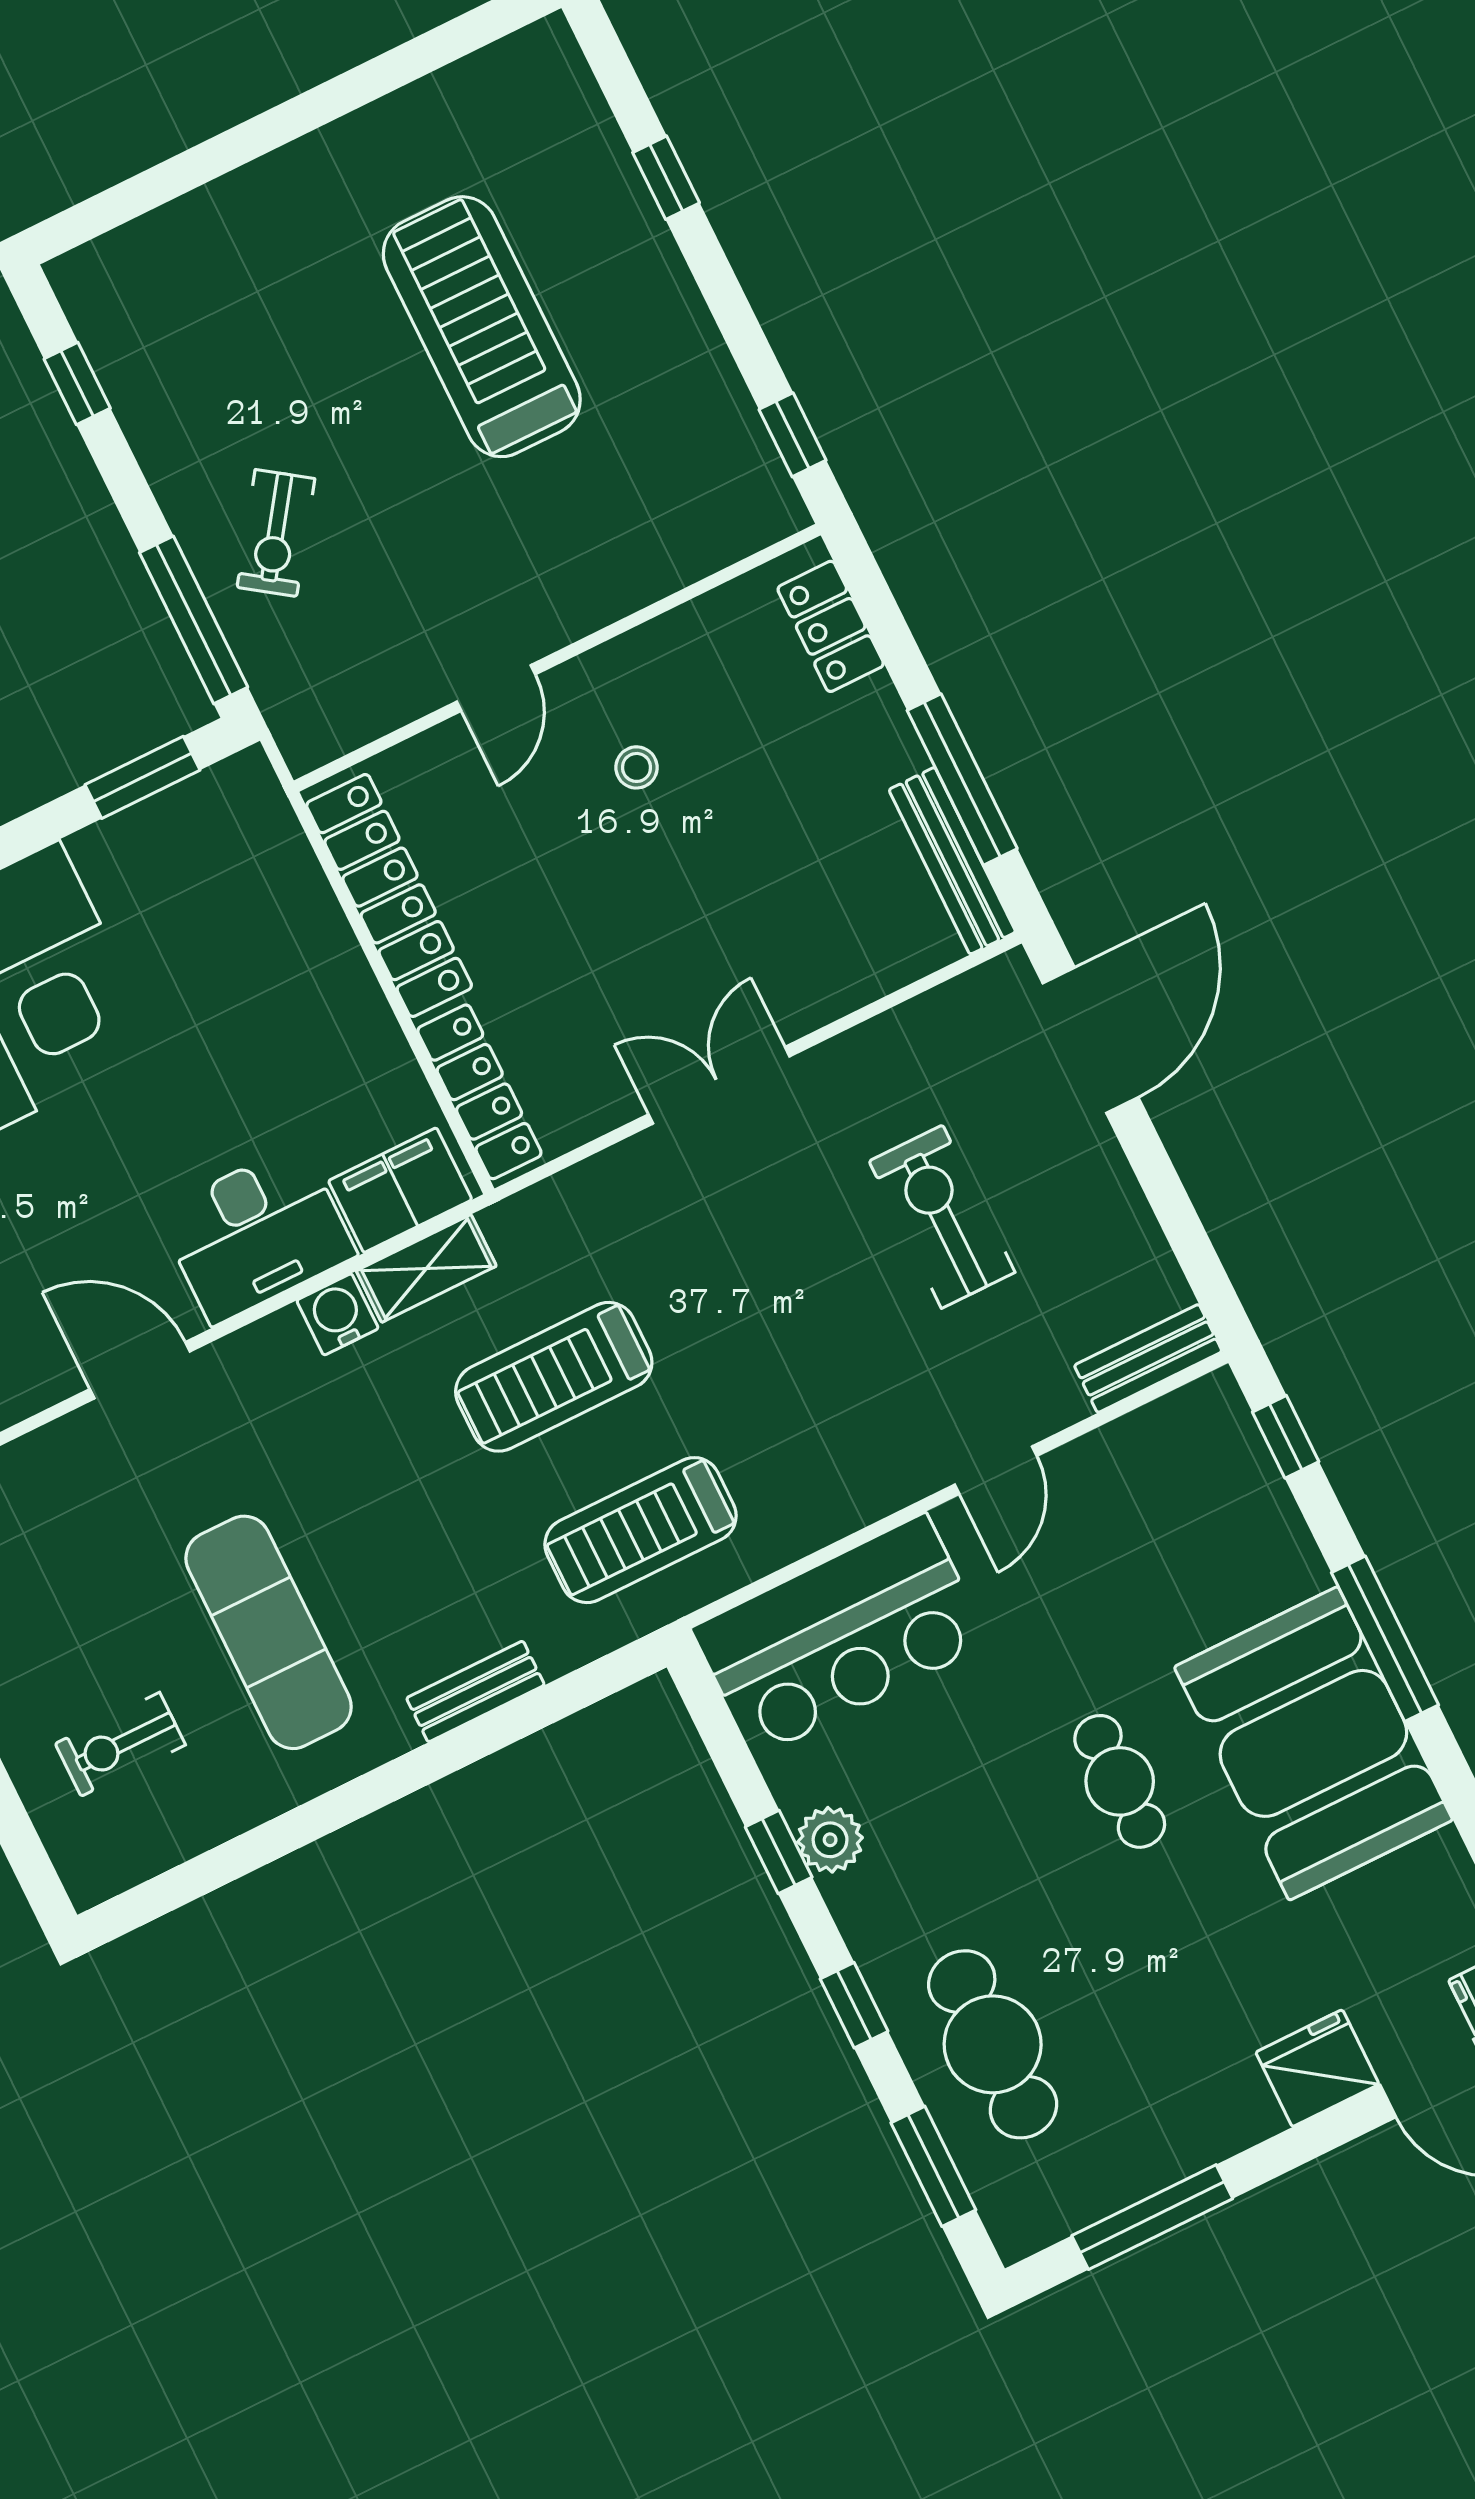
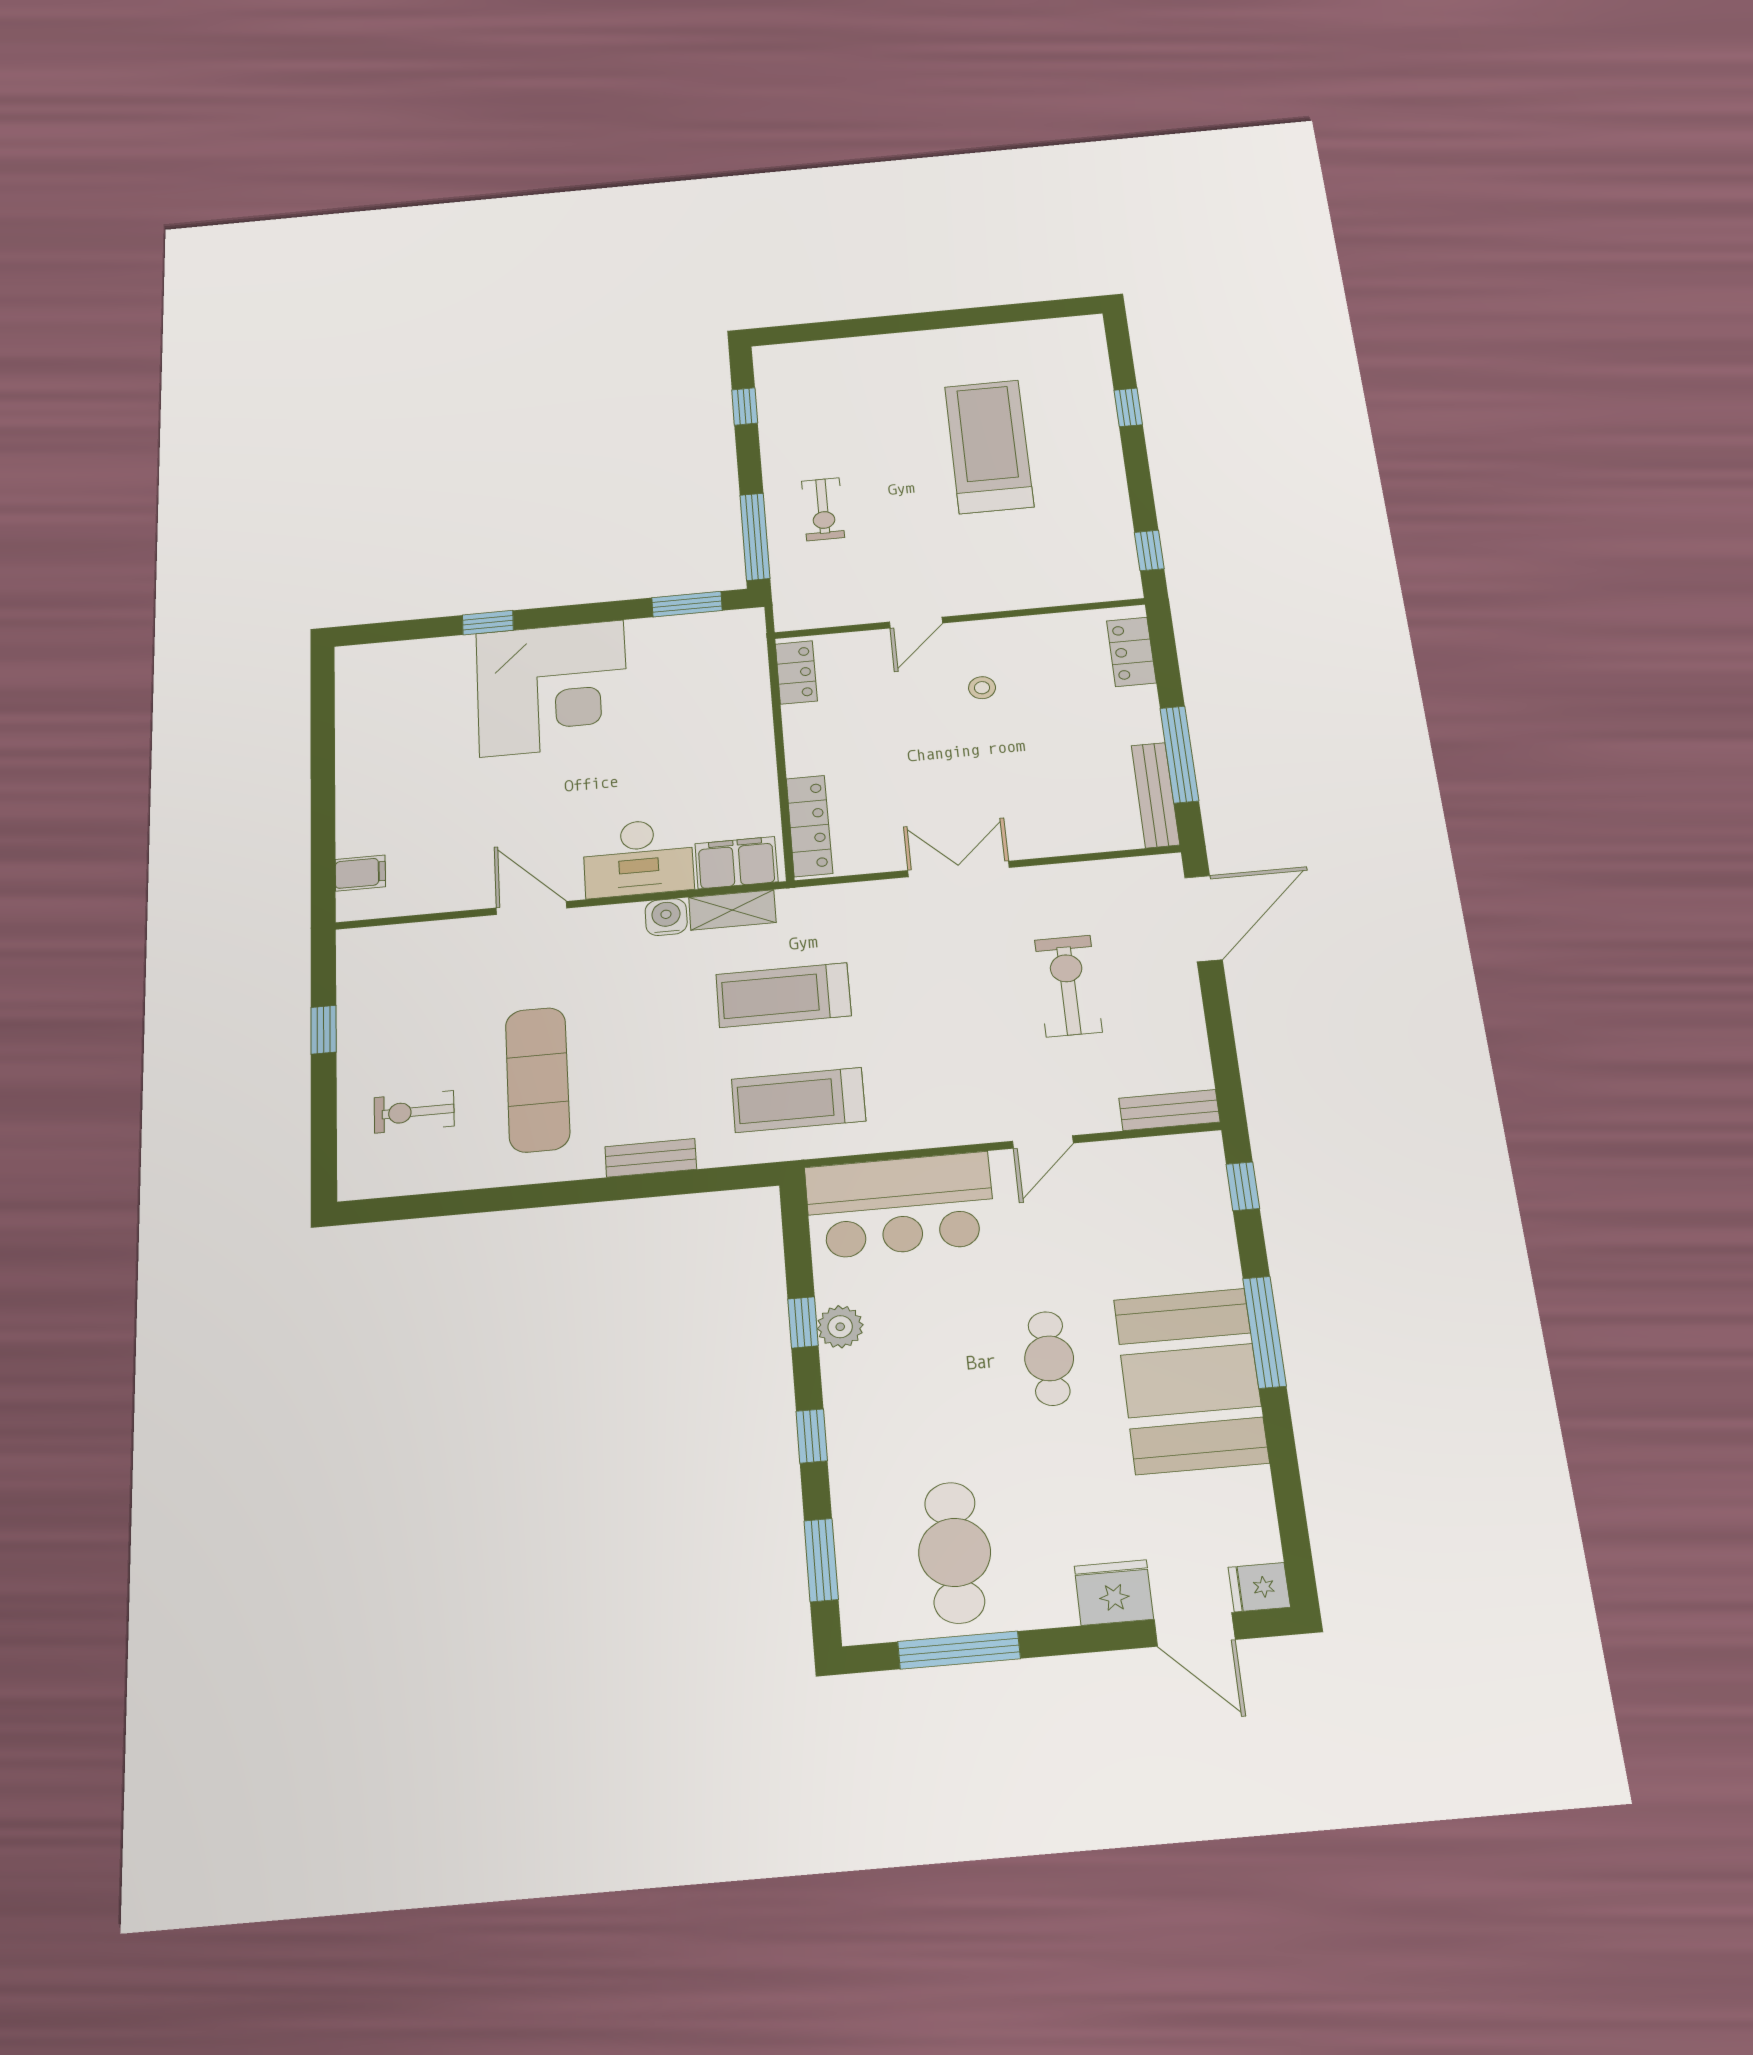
exercise bike: (276, 533) -> (823, 509), turned -35
locker: (389, 895) -> (796, 672), width x0.46, depth x0.83
cafe table: (993, 2044) -> (955, 1552), moved

